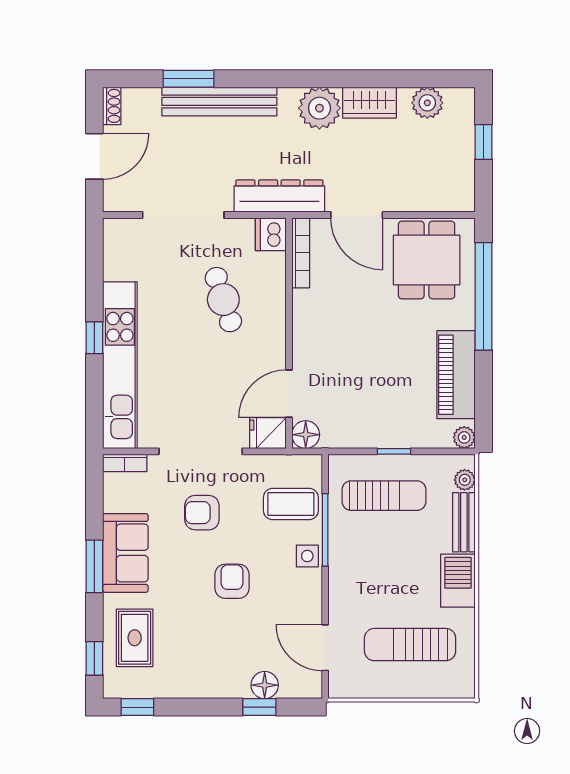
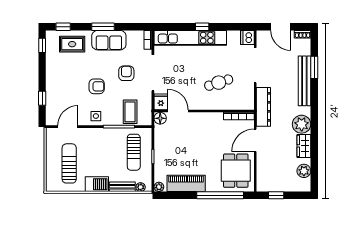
window: (484, 142) -> (276, 195), moved
dishwasher: (271, 234) -> (247, 37), moved, turned -90
dining table: (427, 260) -> (236, 171), turned 90
side table: (307, 556) -> (96, 116), moved
floor lamp: (265, 685) -> (52, 100), removed

